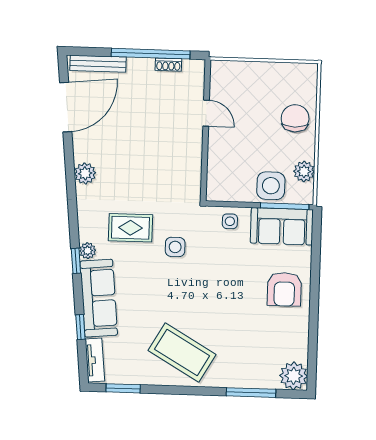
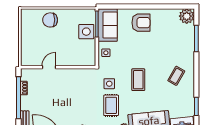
plant: (304, 171) -> (78, 14), removed
side table: (175, 247) -> (109, 84), moved
coffee table: (177, 281) -> (138, 80), added
coffee table: (182, 352) -> (176, 76), width x0.54, depth x0.58

